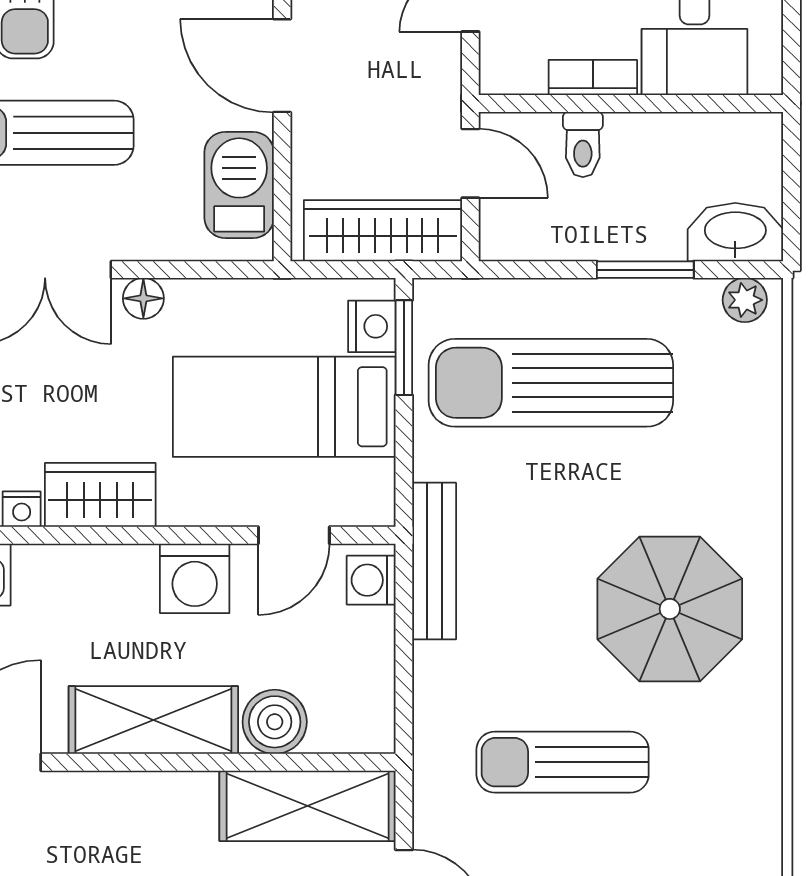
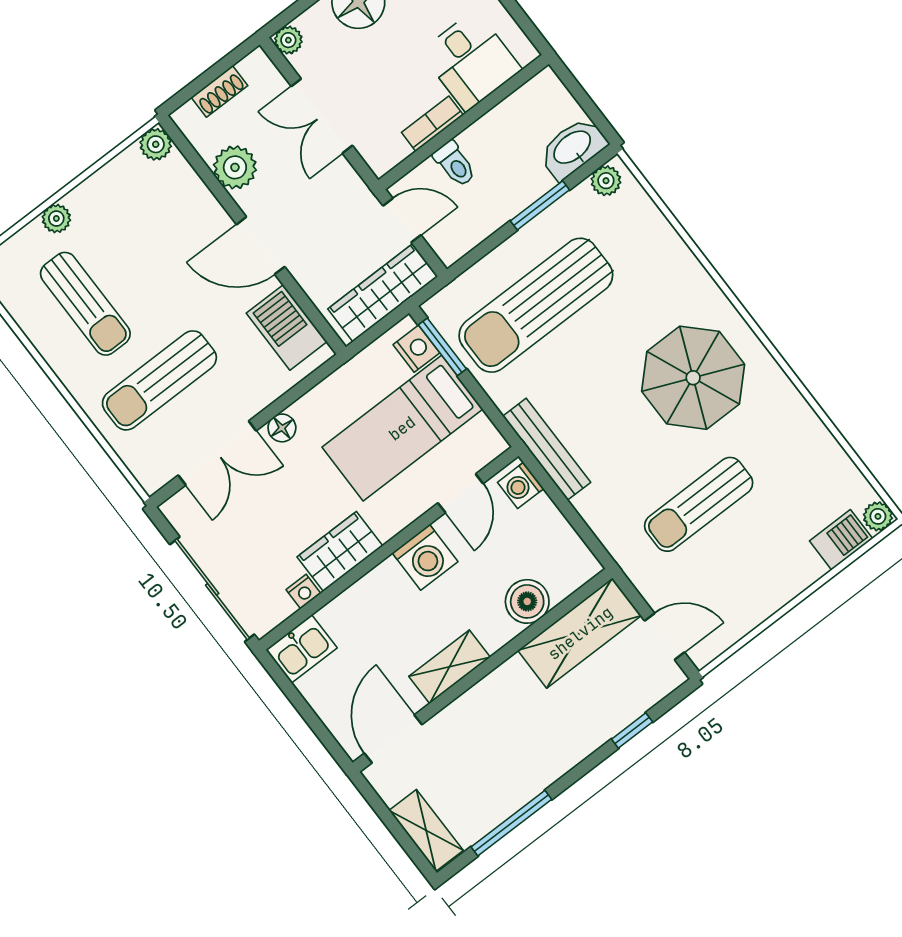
shelving: (153, 720) -> (450, 667), width x0.67, depth x0.75

